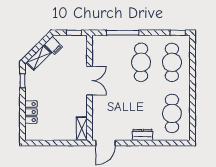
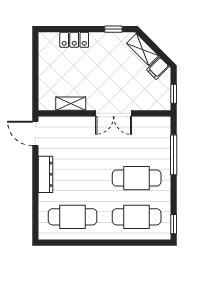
shelving: (82, 129) -> (71, 104), moved
dresser: (143, 135) -> (46, 174), width x1.44

